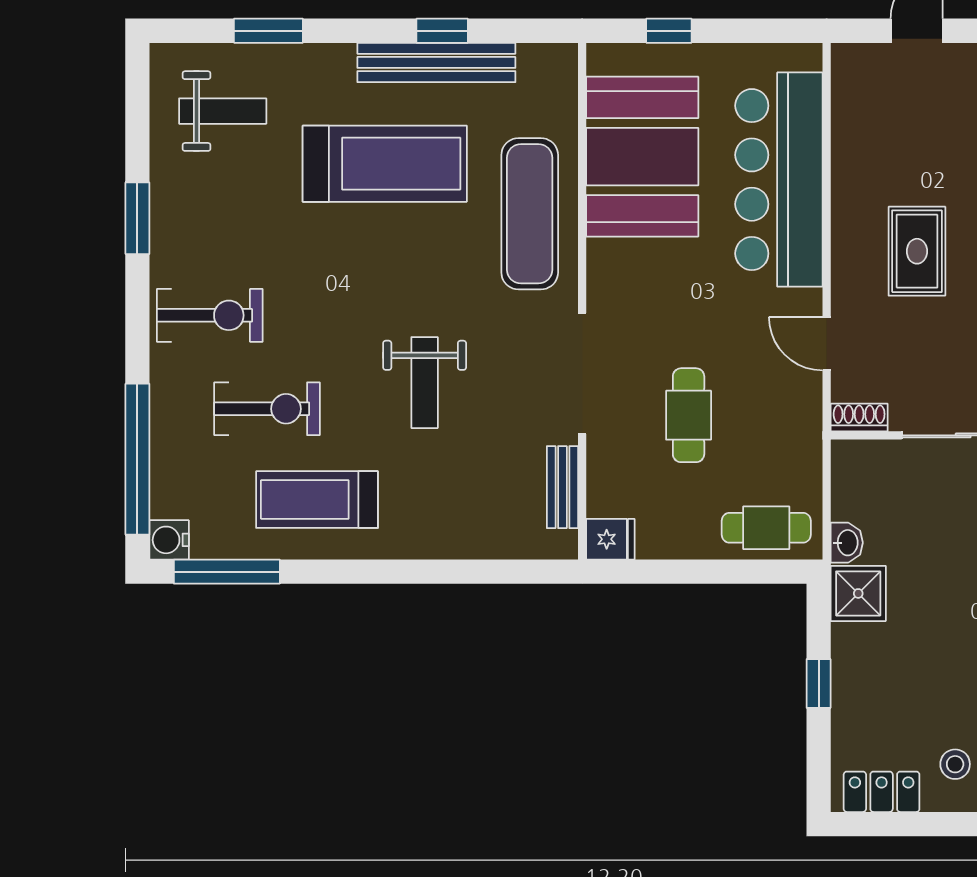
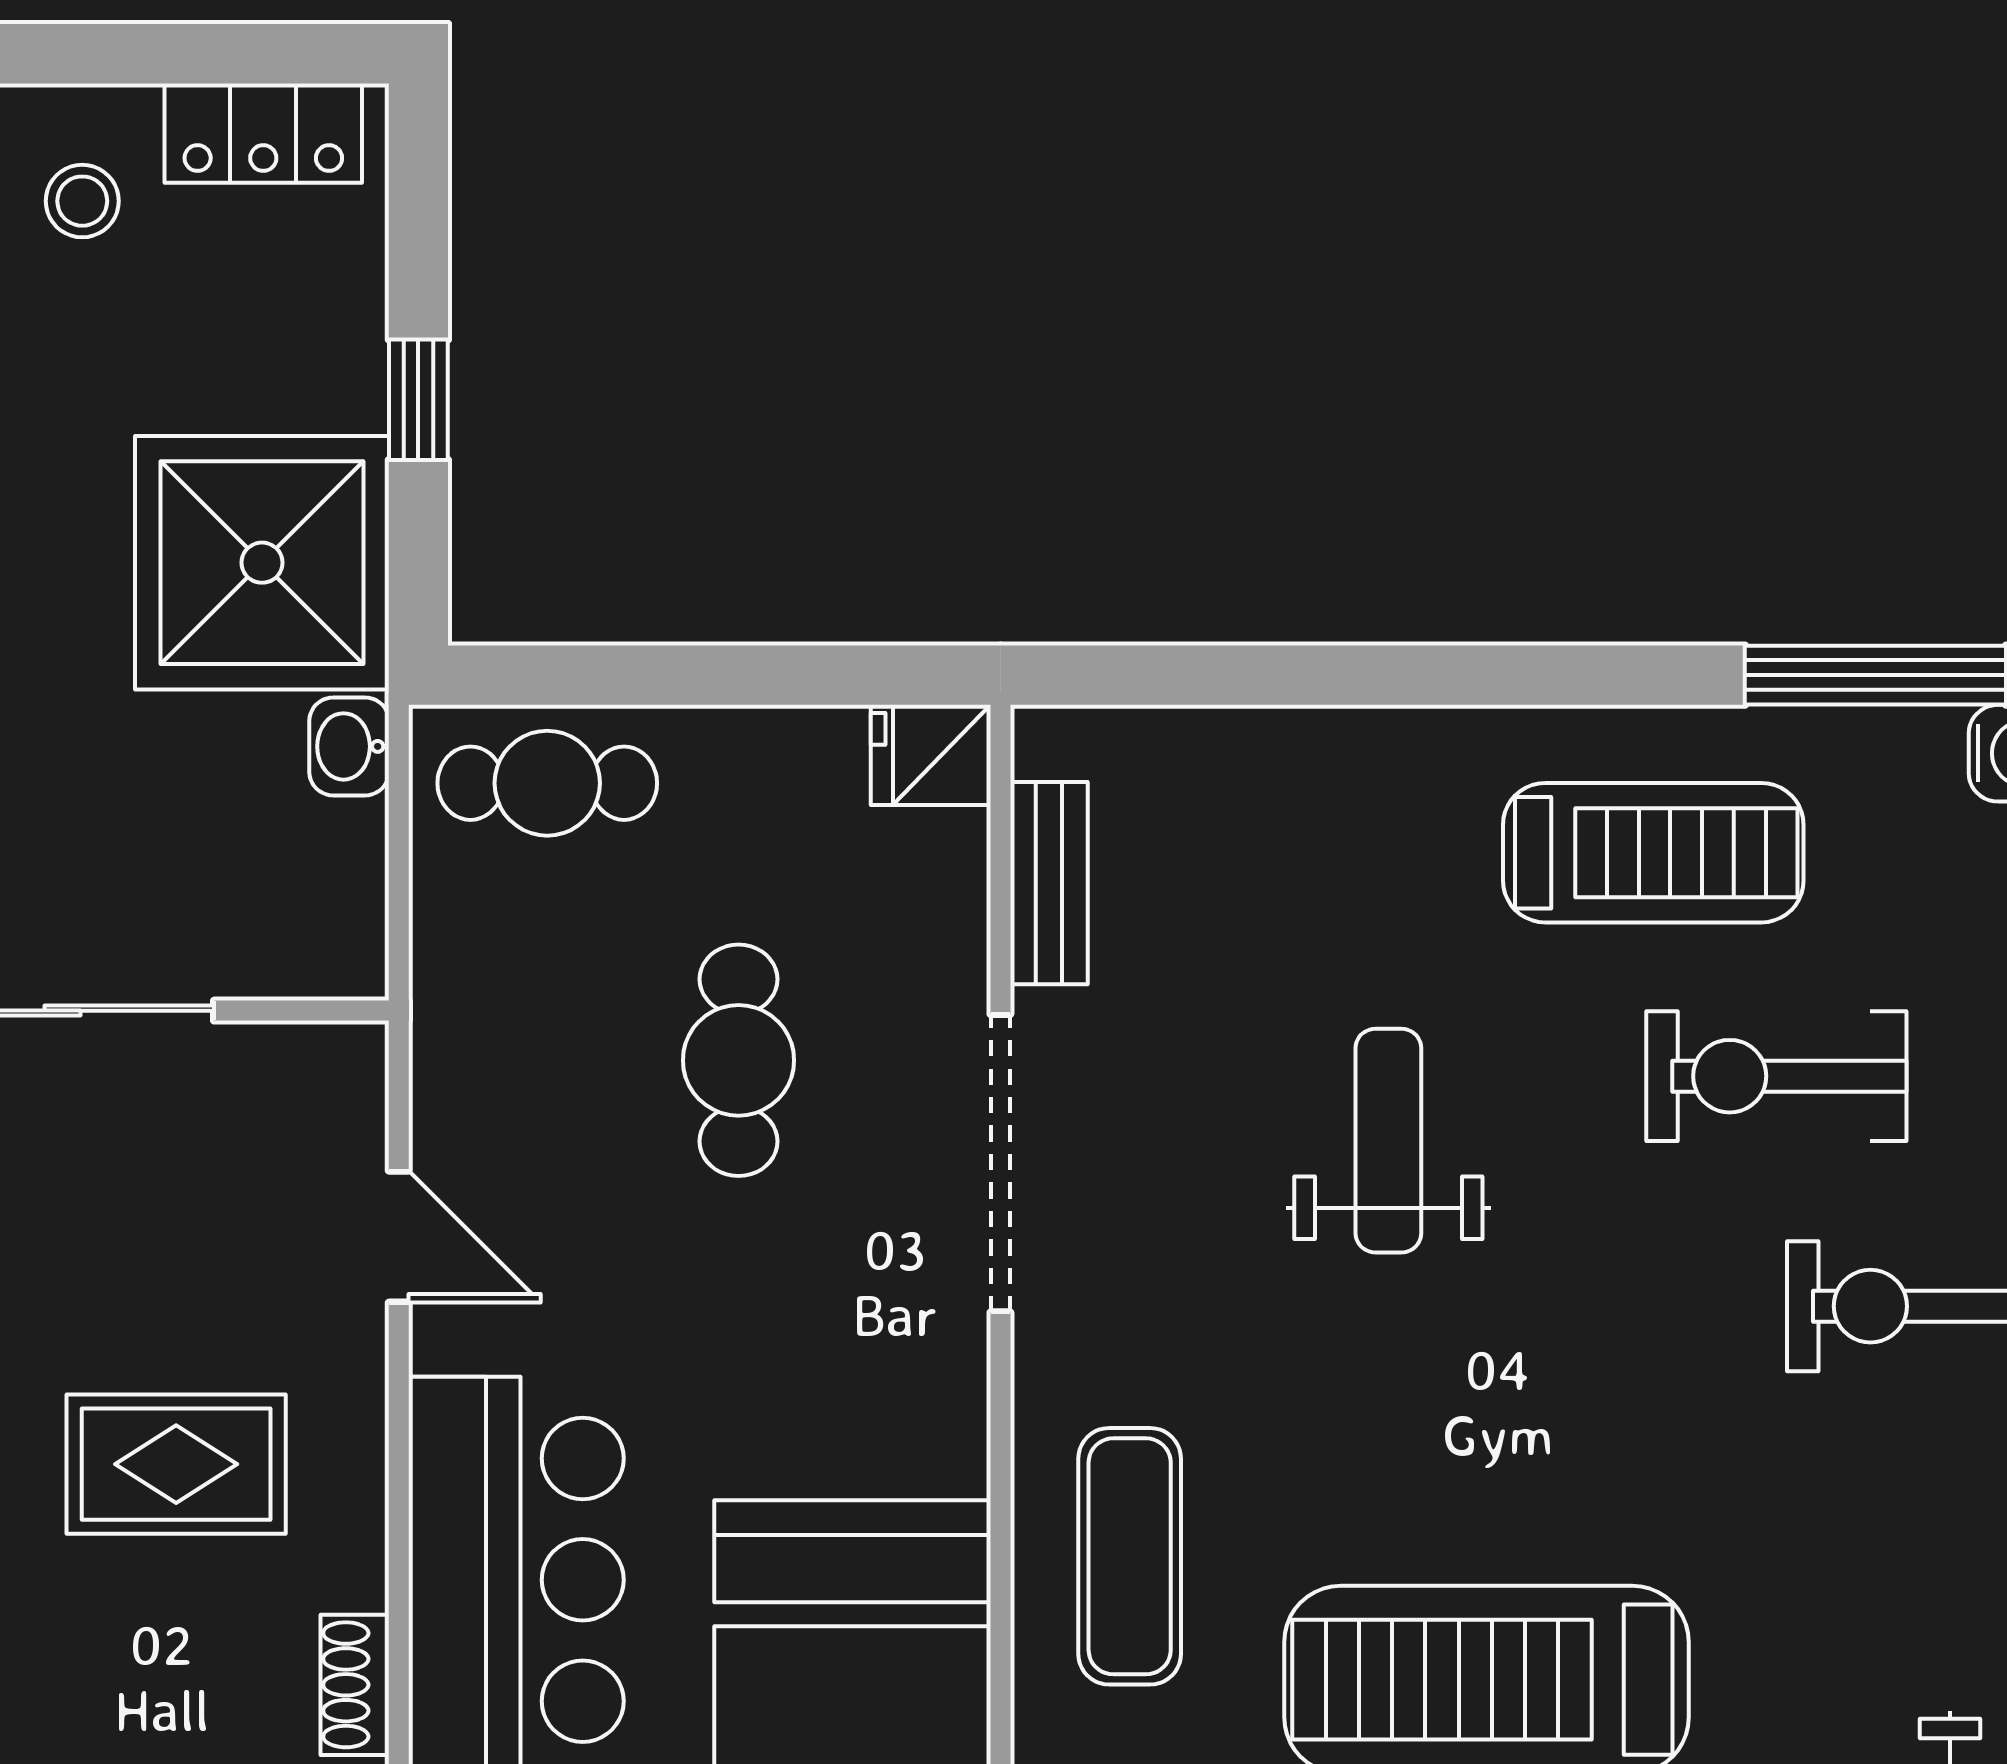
exercise mat: (530, 214) -> (1130, 1556), width x0.73, depth x0.69
rug: (917, 251) -> (176, 1464), turned 90
shoe rack: (859, 418) -> (355, 1685), moved, turned 90
shower: (858, 593) -> (262, 563), width x1.86, depth x1.86

